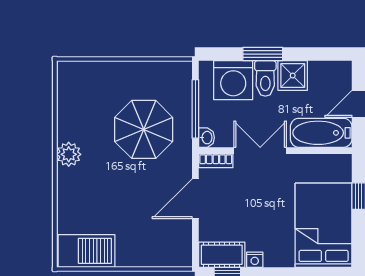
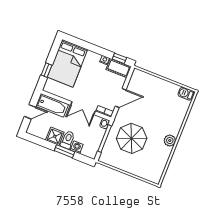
washing machine: (233, 80) -> (77, 147), width x0.53, depth x0.53
barbecue: (86, 251) -> (186, 94), width x0.53, depth x0.65

